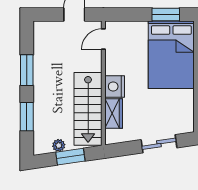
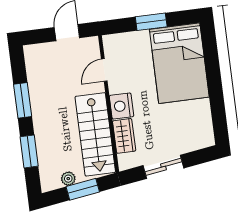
window: (166, 15) -> (151, 22), moved
door: (103, 39) -> (104, 70), moved
sliding door: (159, 144) -> (163, 167), moved

